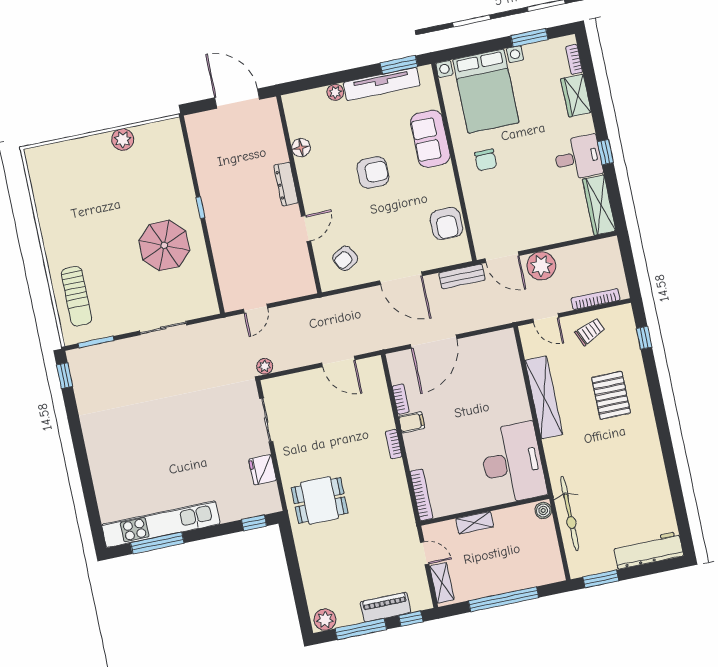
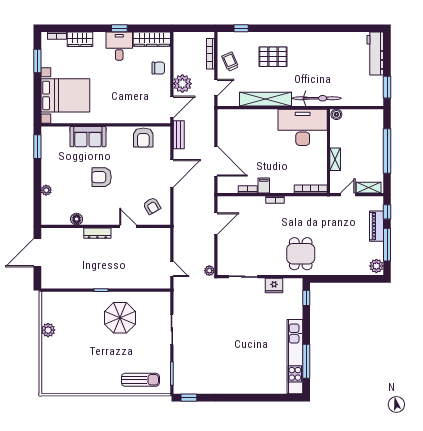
tv unit: (382, 84) -> (47, 160), removed
chair: (486, 160) -> (158, 68), moved
armchair: (373, 172) -> (102, 177), turned -90
armchair: (446, 224) -> (143, 138), turned 90
bicycle: (570, 514) -> (317, 98), moved

